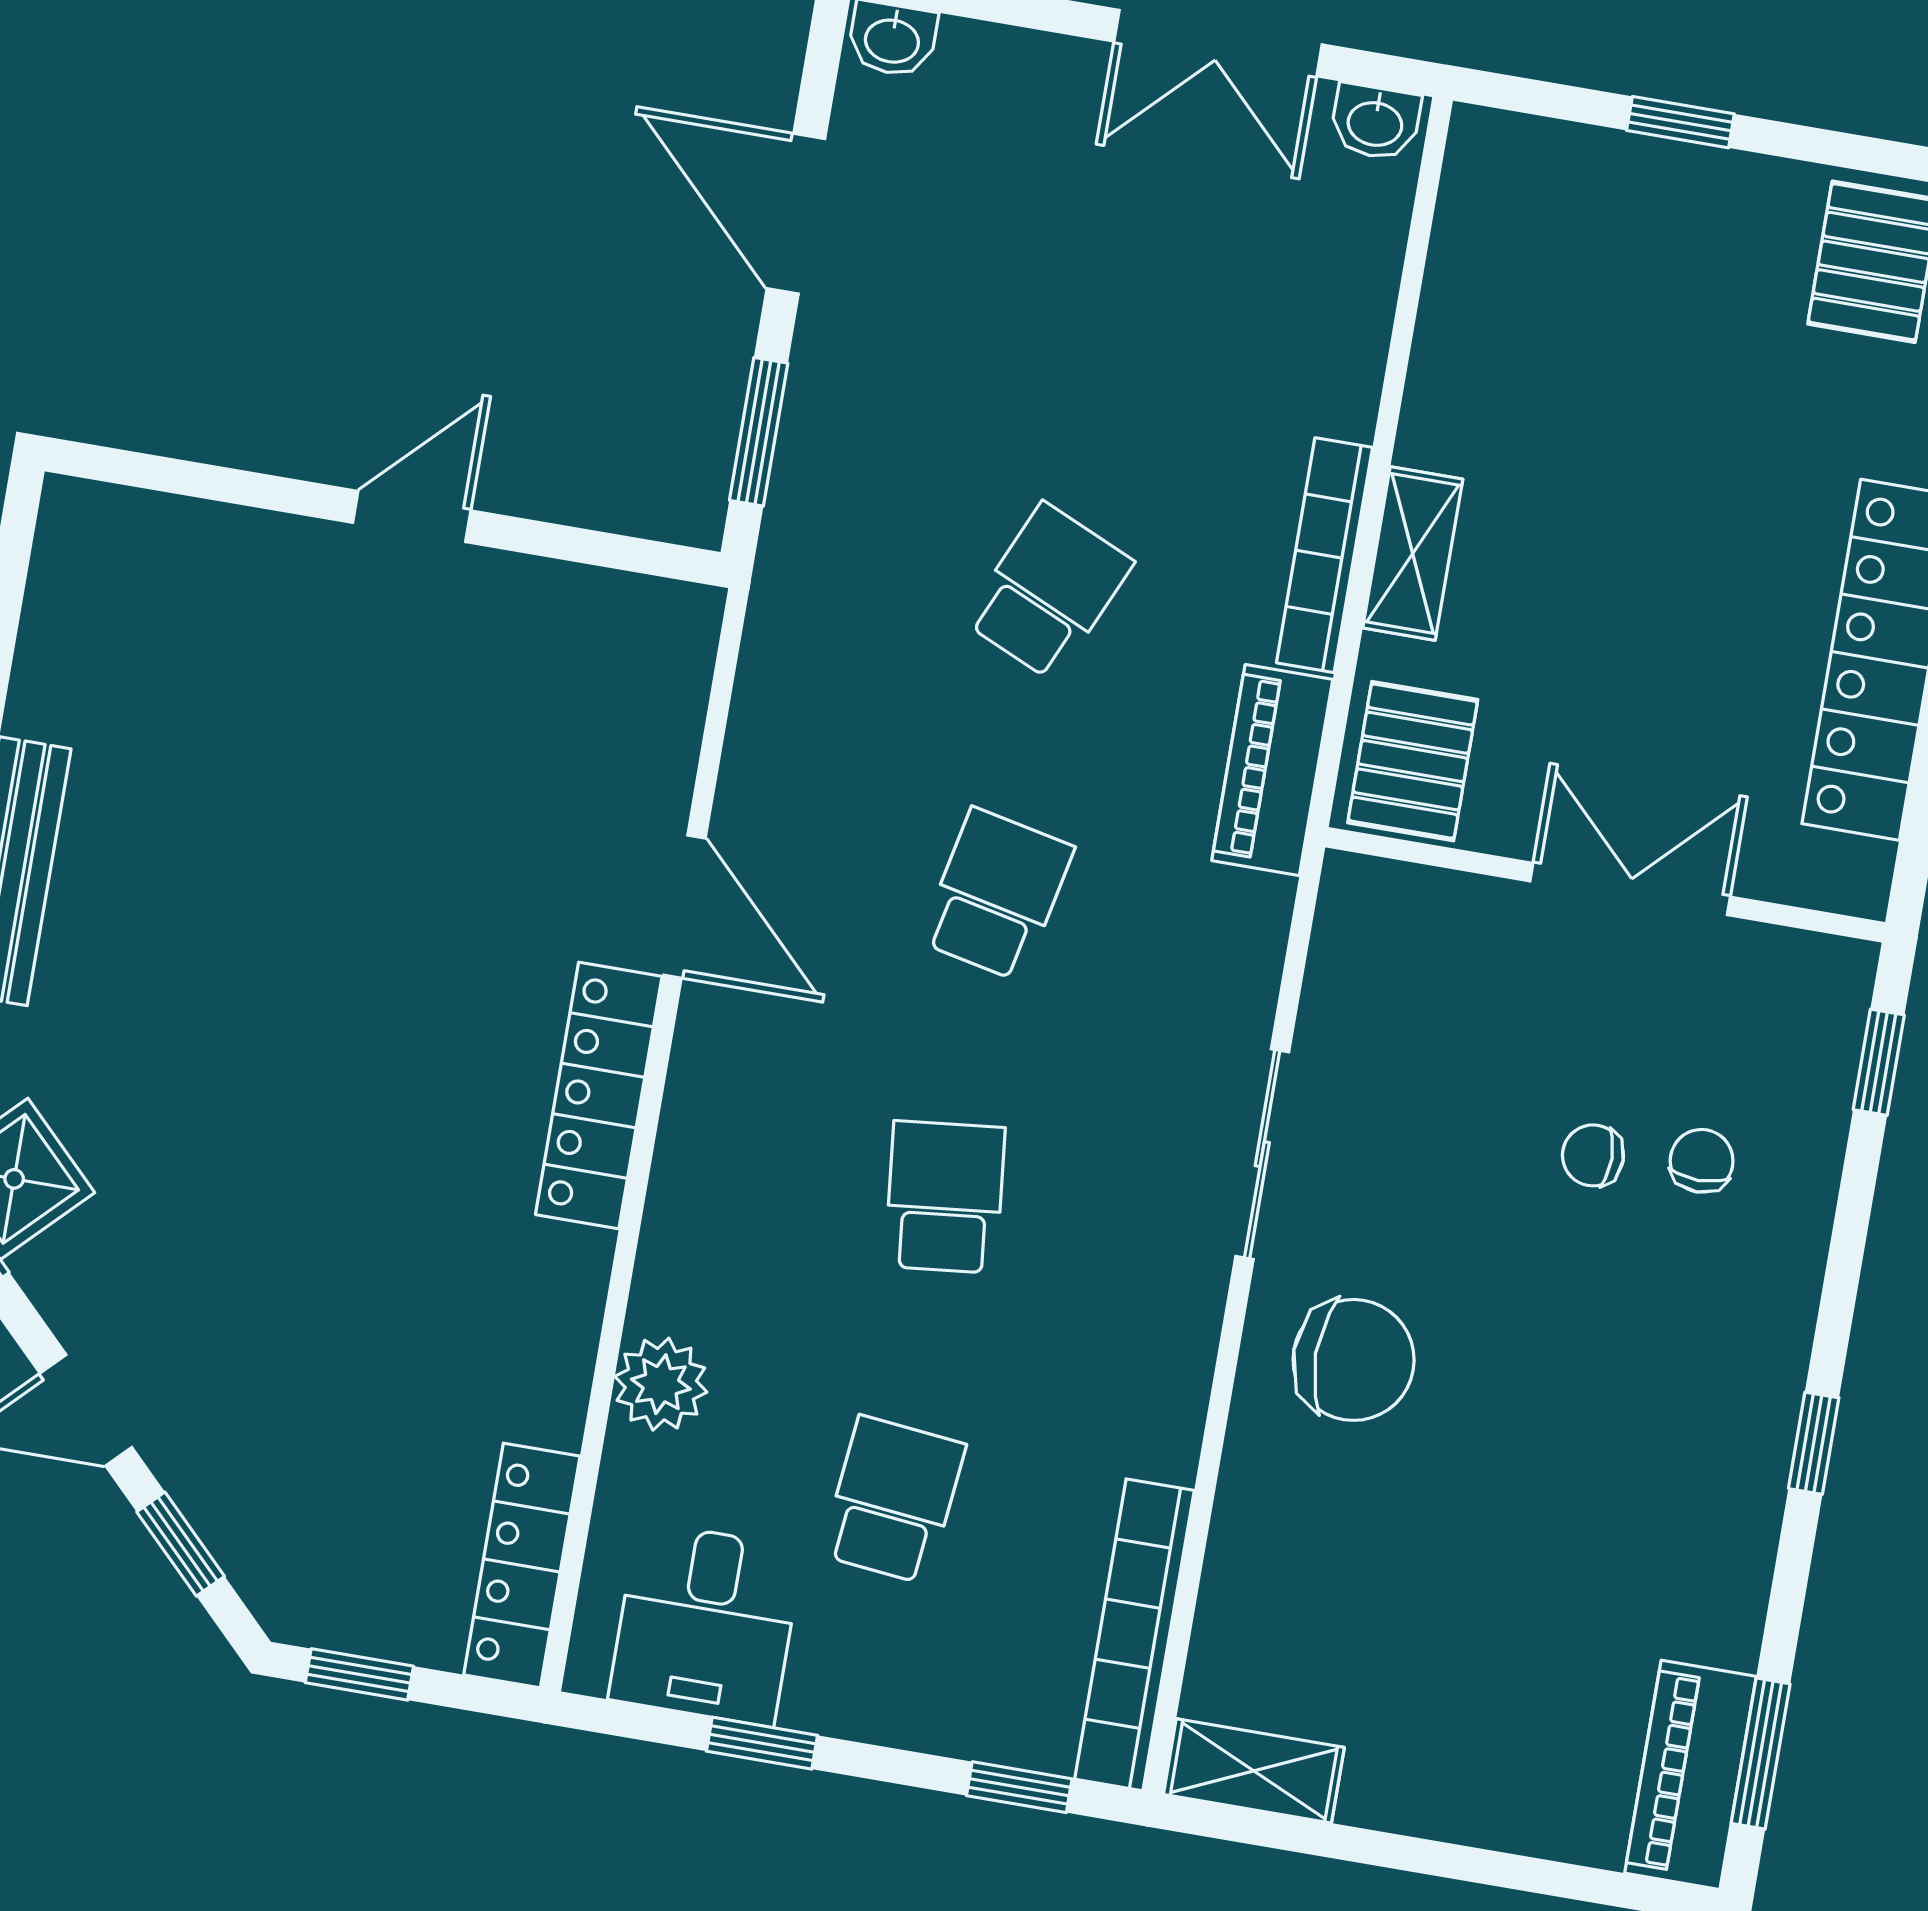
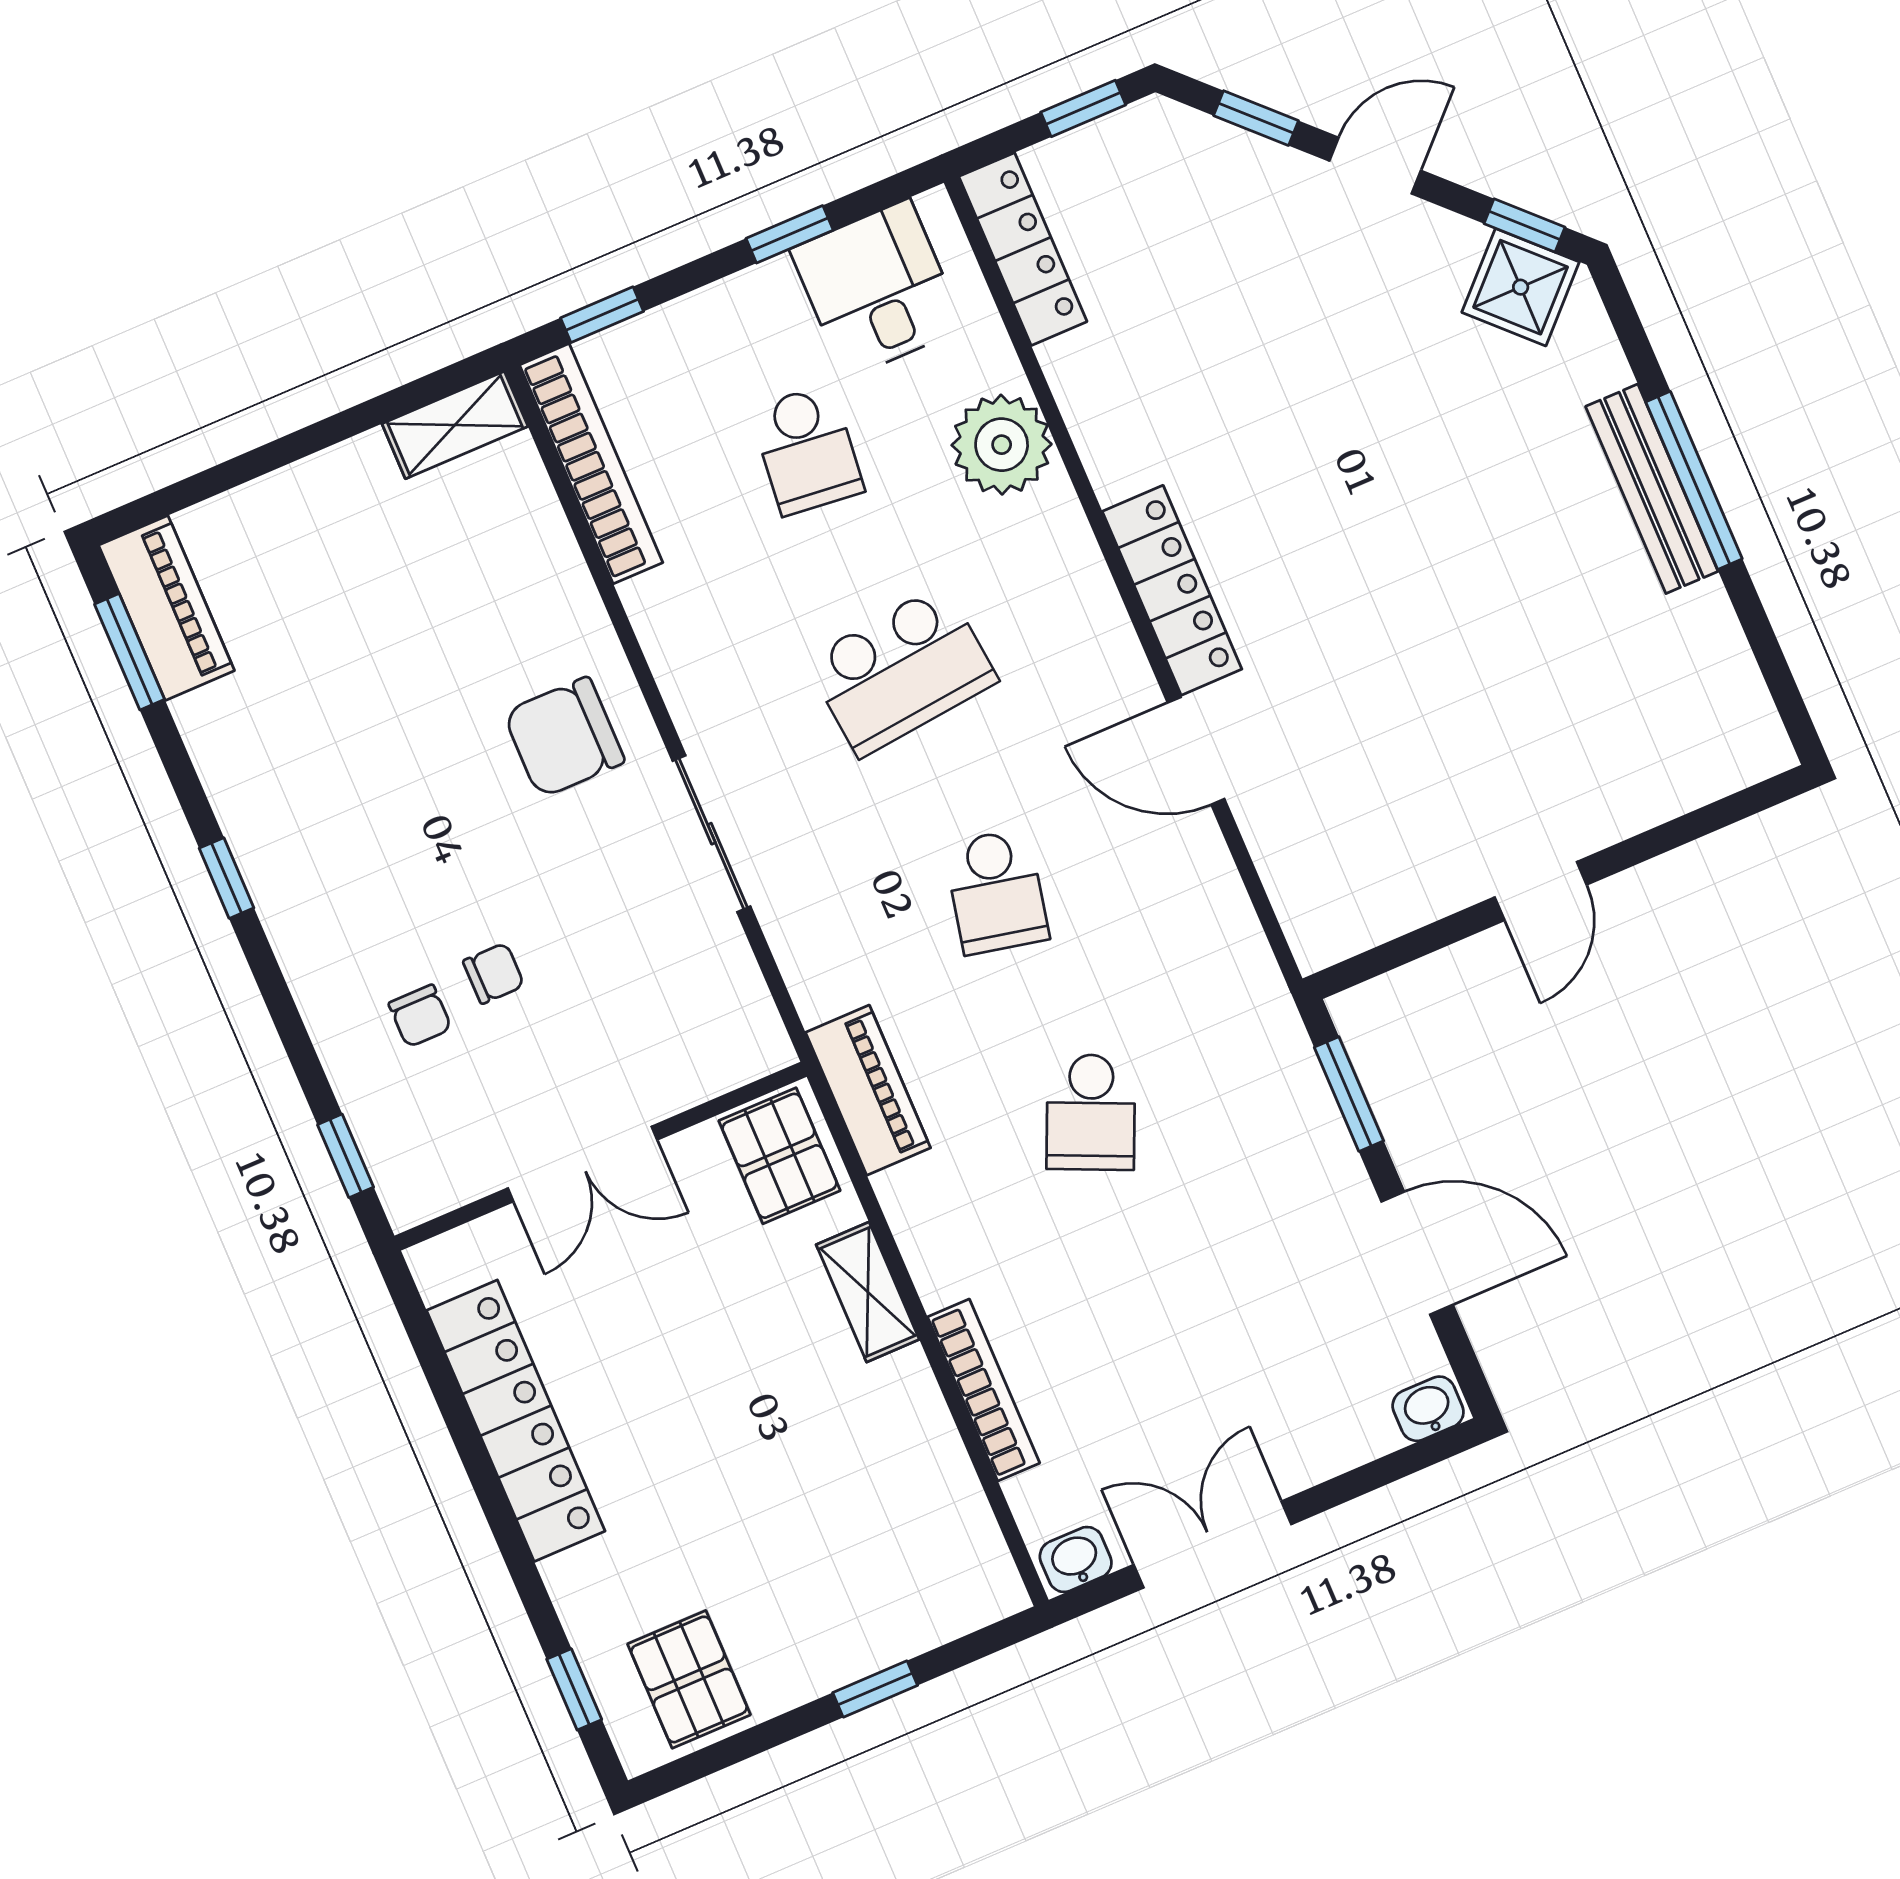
bookcase: (1324, 555) -> (984, 1390), moved
school desk: (945, 1197) -> (902, 671), width x1.85
plant: (661, 1384) -> (1002, 445), width x1.36, depth x1.36

